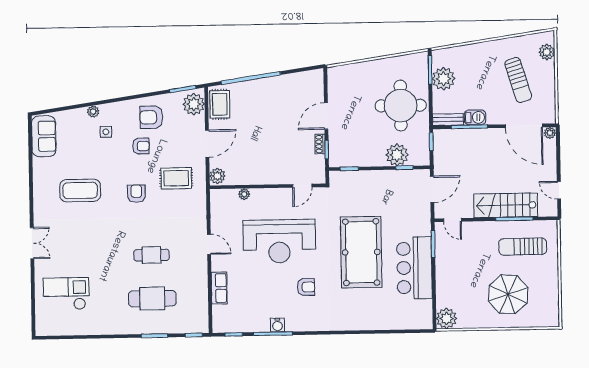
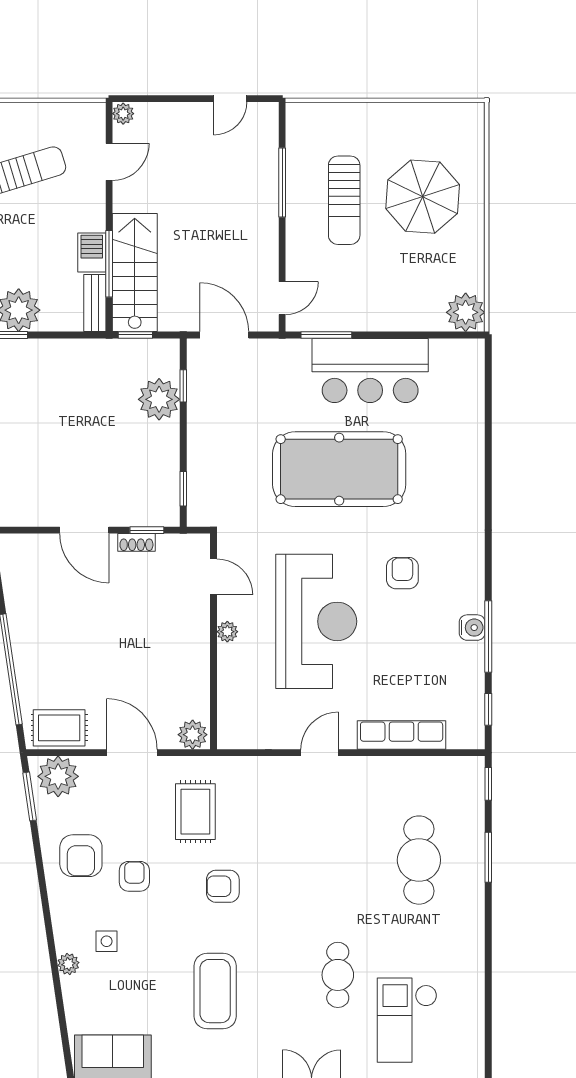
round table: (401, 106) -> (67, 391), removed
door: (524, 126) -> (109, 162), width x0.53
plant: (244, 194) -> (227, 632), moved
stairs: (506, 205) -> (135, 272), moved, turned 180
sun lounger: (523, 247) -> (344, 200), moved
cafe table: (152, 255) -> (338, 975), moved
row of seats: (219, 288) -> (402, 735), width x1.48

